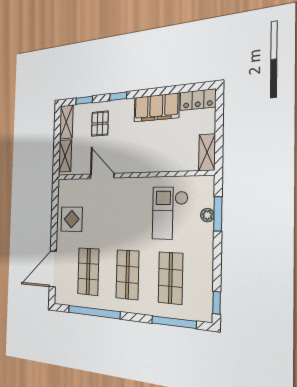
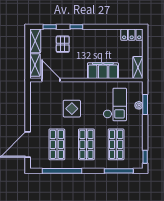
filing cabinet: (156, 108) -> (103, 71), moved, turned 180
door: (102, 176) -> (51, 80), moved
checkout: (170, 213) -> (115, 104), turned 180
display table: (72, 219) -> (72, 109), moved

